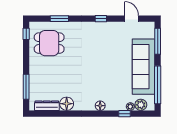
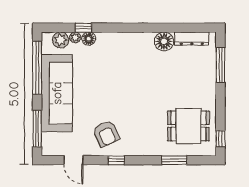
armchair: (108, 38) -> (106, 134), added
floor lamp: (100, 106) -> (89, 39), moved

